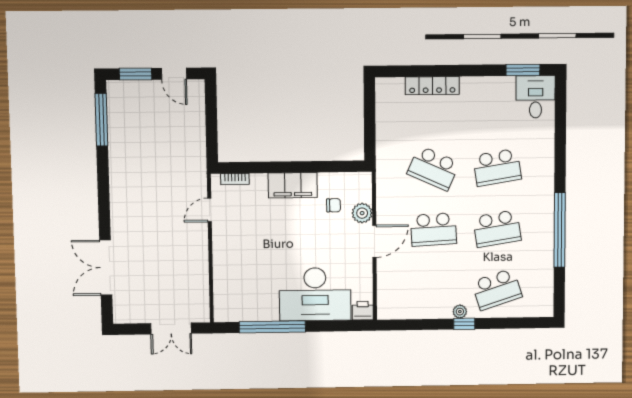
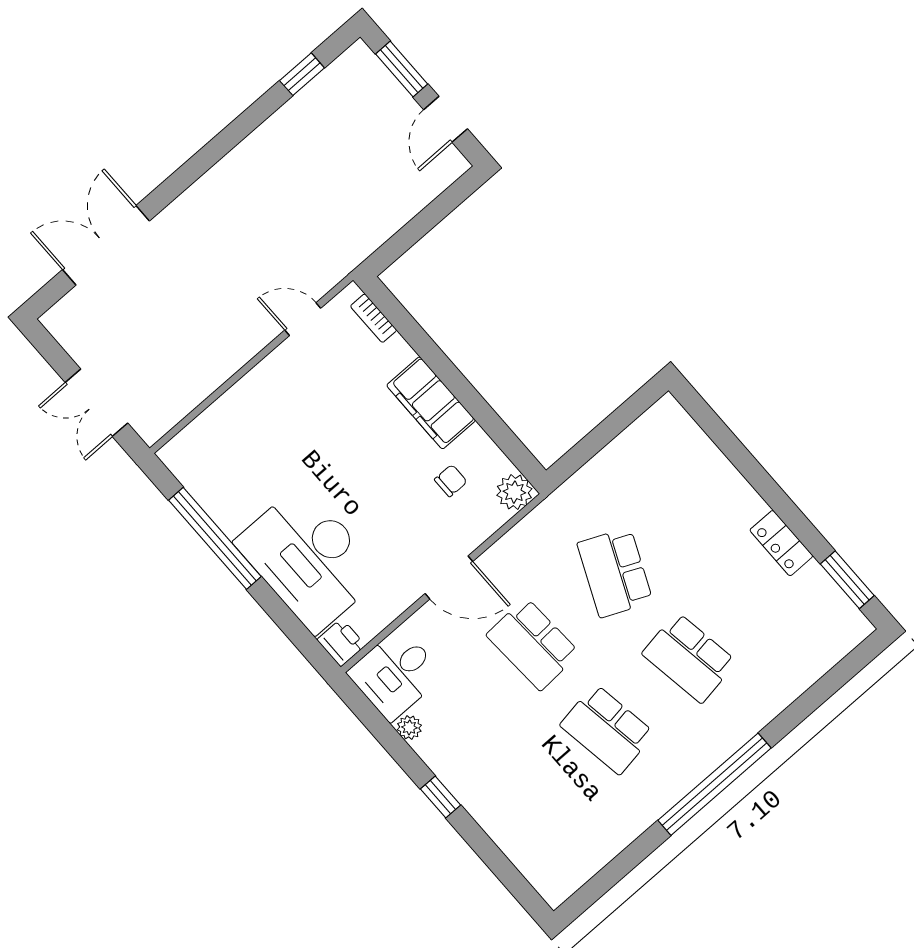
locker: (432, 86) -> (781, 543), moved, width x0.66
desk: (536, 97) -> (396, 674), moved, turned 180
window: (101, 120) -> (302, 74), width x0.46
chair: (334, 205) -> (451, 481), turned -90
plant: (362, 213) -> (514, 492), moved
window: (560, 230) -> (715, 784), moved
school desk: (497, 289) -> (525, 801), removed
plant: (460, 312) -> (409, 727), moved

